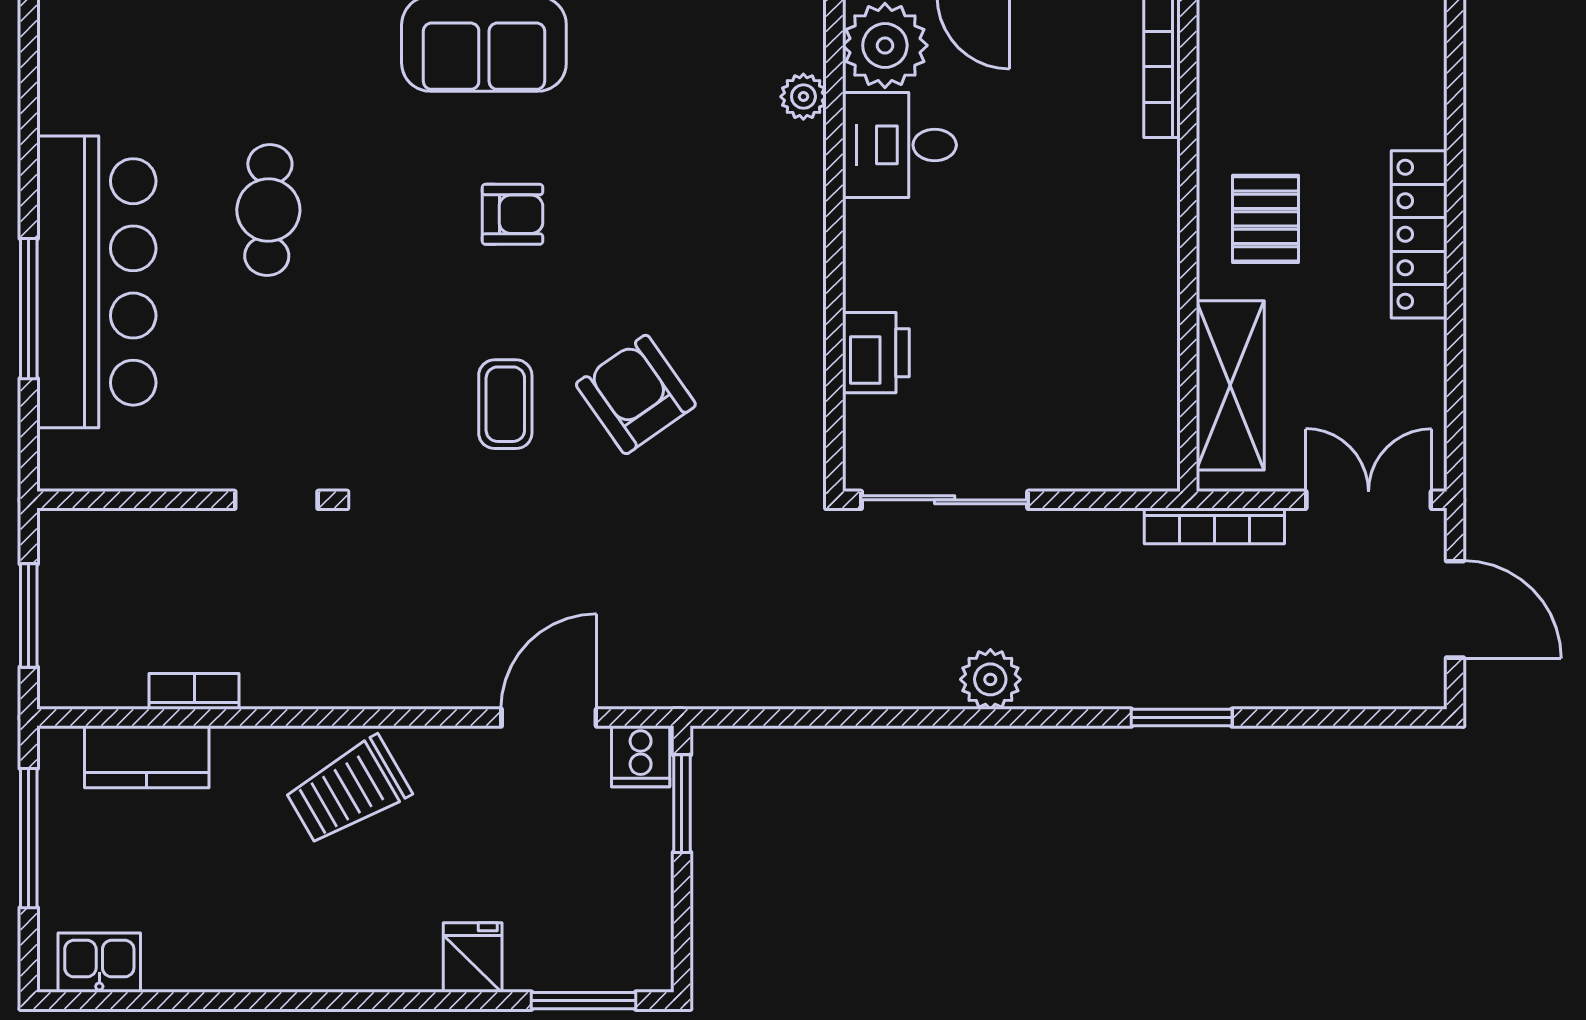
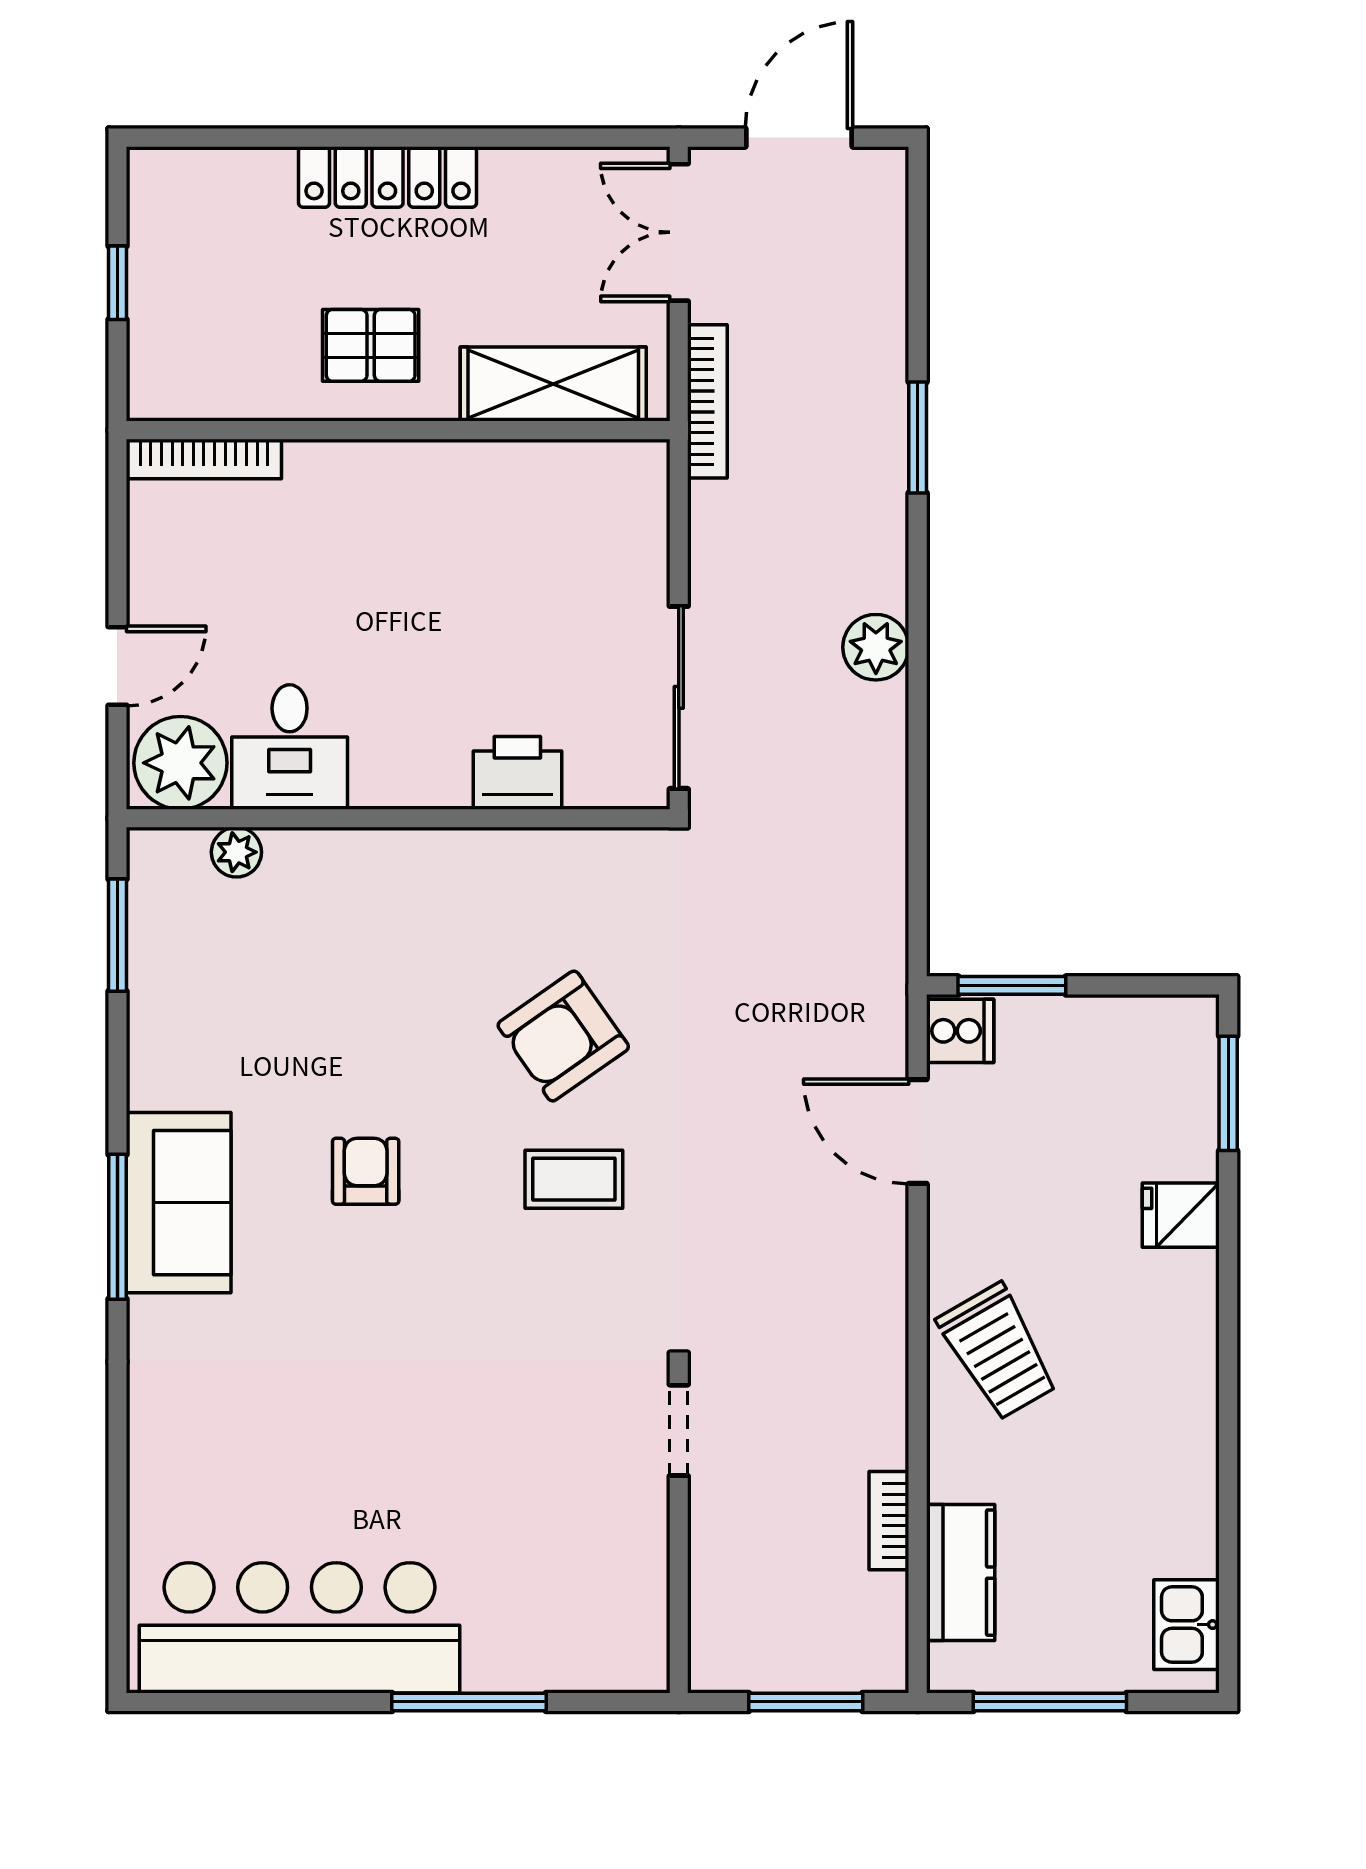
cafe table: (268, 210) -> (361, 1439), removed
bar counter: (96, 282) -> (300, 1628), moved

